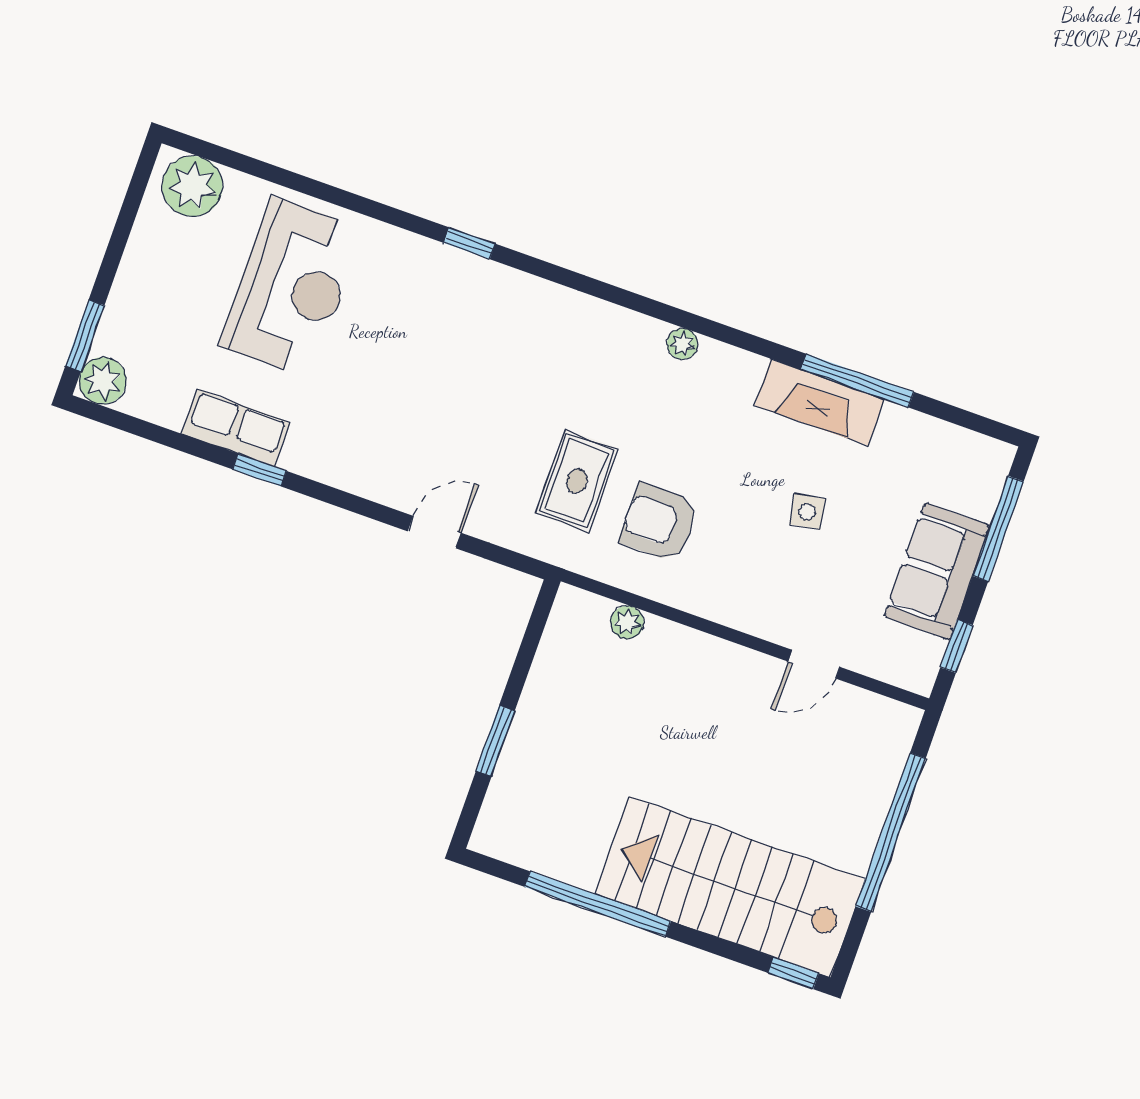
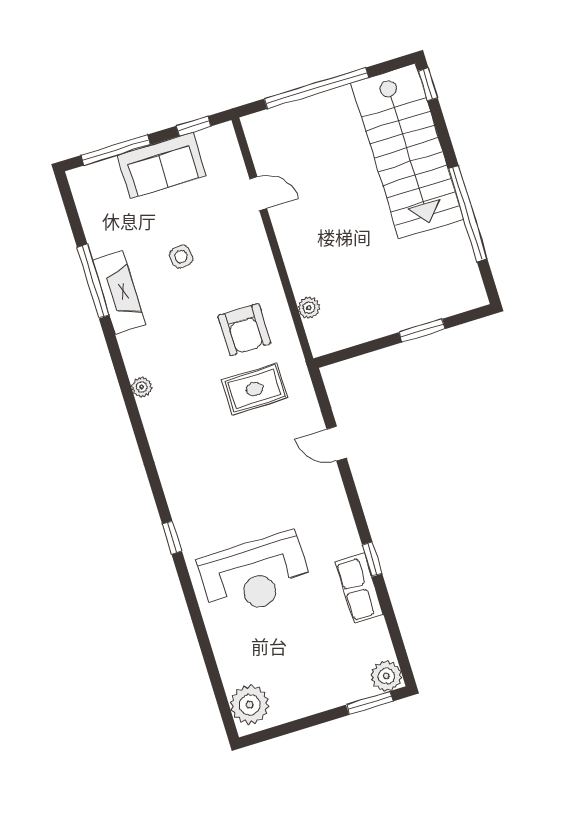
reception desk: (291, 287) -> (255, 575), moved, turned 180

